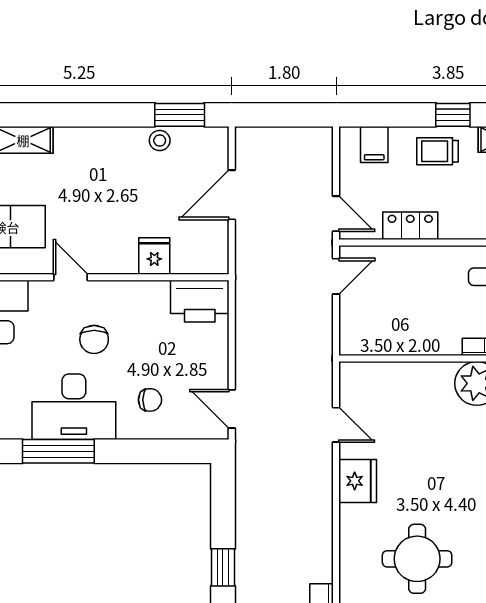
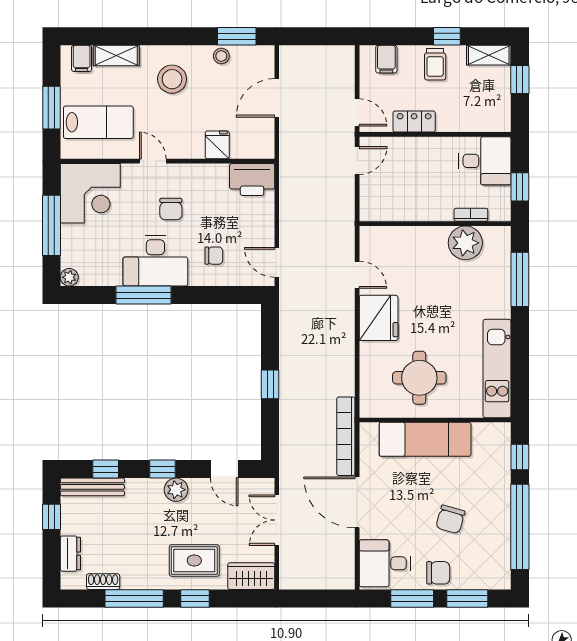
trolley: (438, 151) -> (435, 64), turned -90
stool: (96, 171) -> (172, 79), added
fridge: (358, 481) -> (379, 318), width x1.36, depth x1.34

